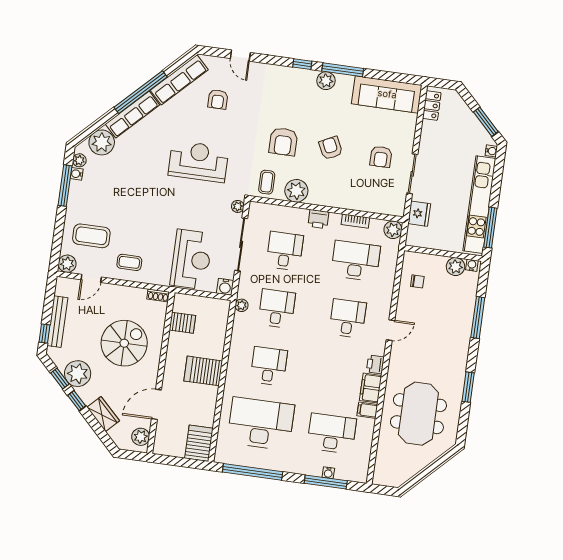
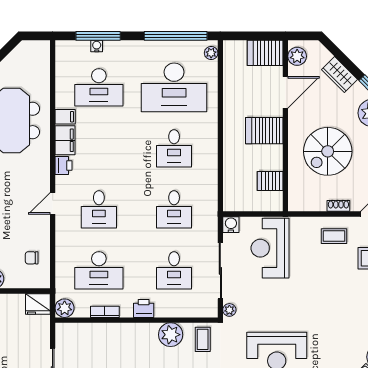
fridge: (419, 214) -> (38, 304), moved, turned -90
shoe rack: (158, 295) -> (338, 206), moved
plant: (242, 305) -> (211, 53), moved
server rack: (203, 371) -> (264, 131), moved, turned 180
server rack: (199, 443) -> (265, 53), moved, turned 90

